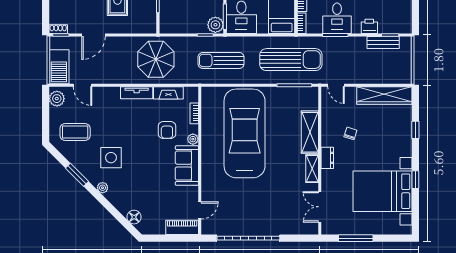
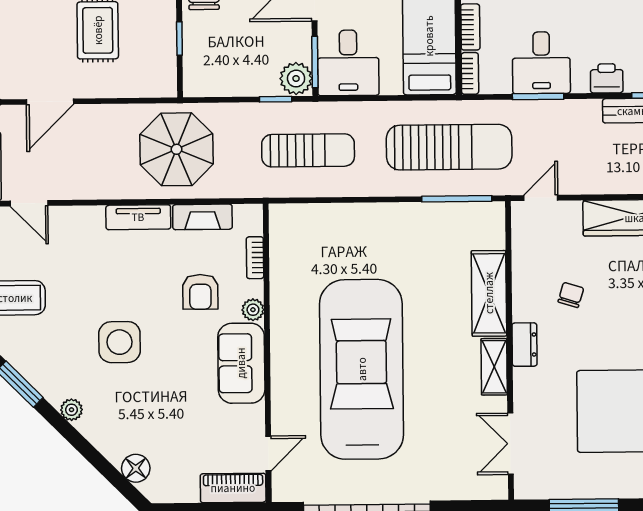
sun lounger: (221, 60) -> (308, 150), turned 180
door: (336, 85) -> (541, 198), swing flipped
car: (245, 133) -> (362, 369), moved
side table: (111, 158) -> (119, 342), moved

